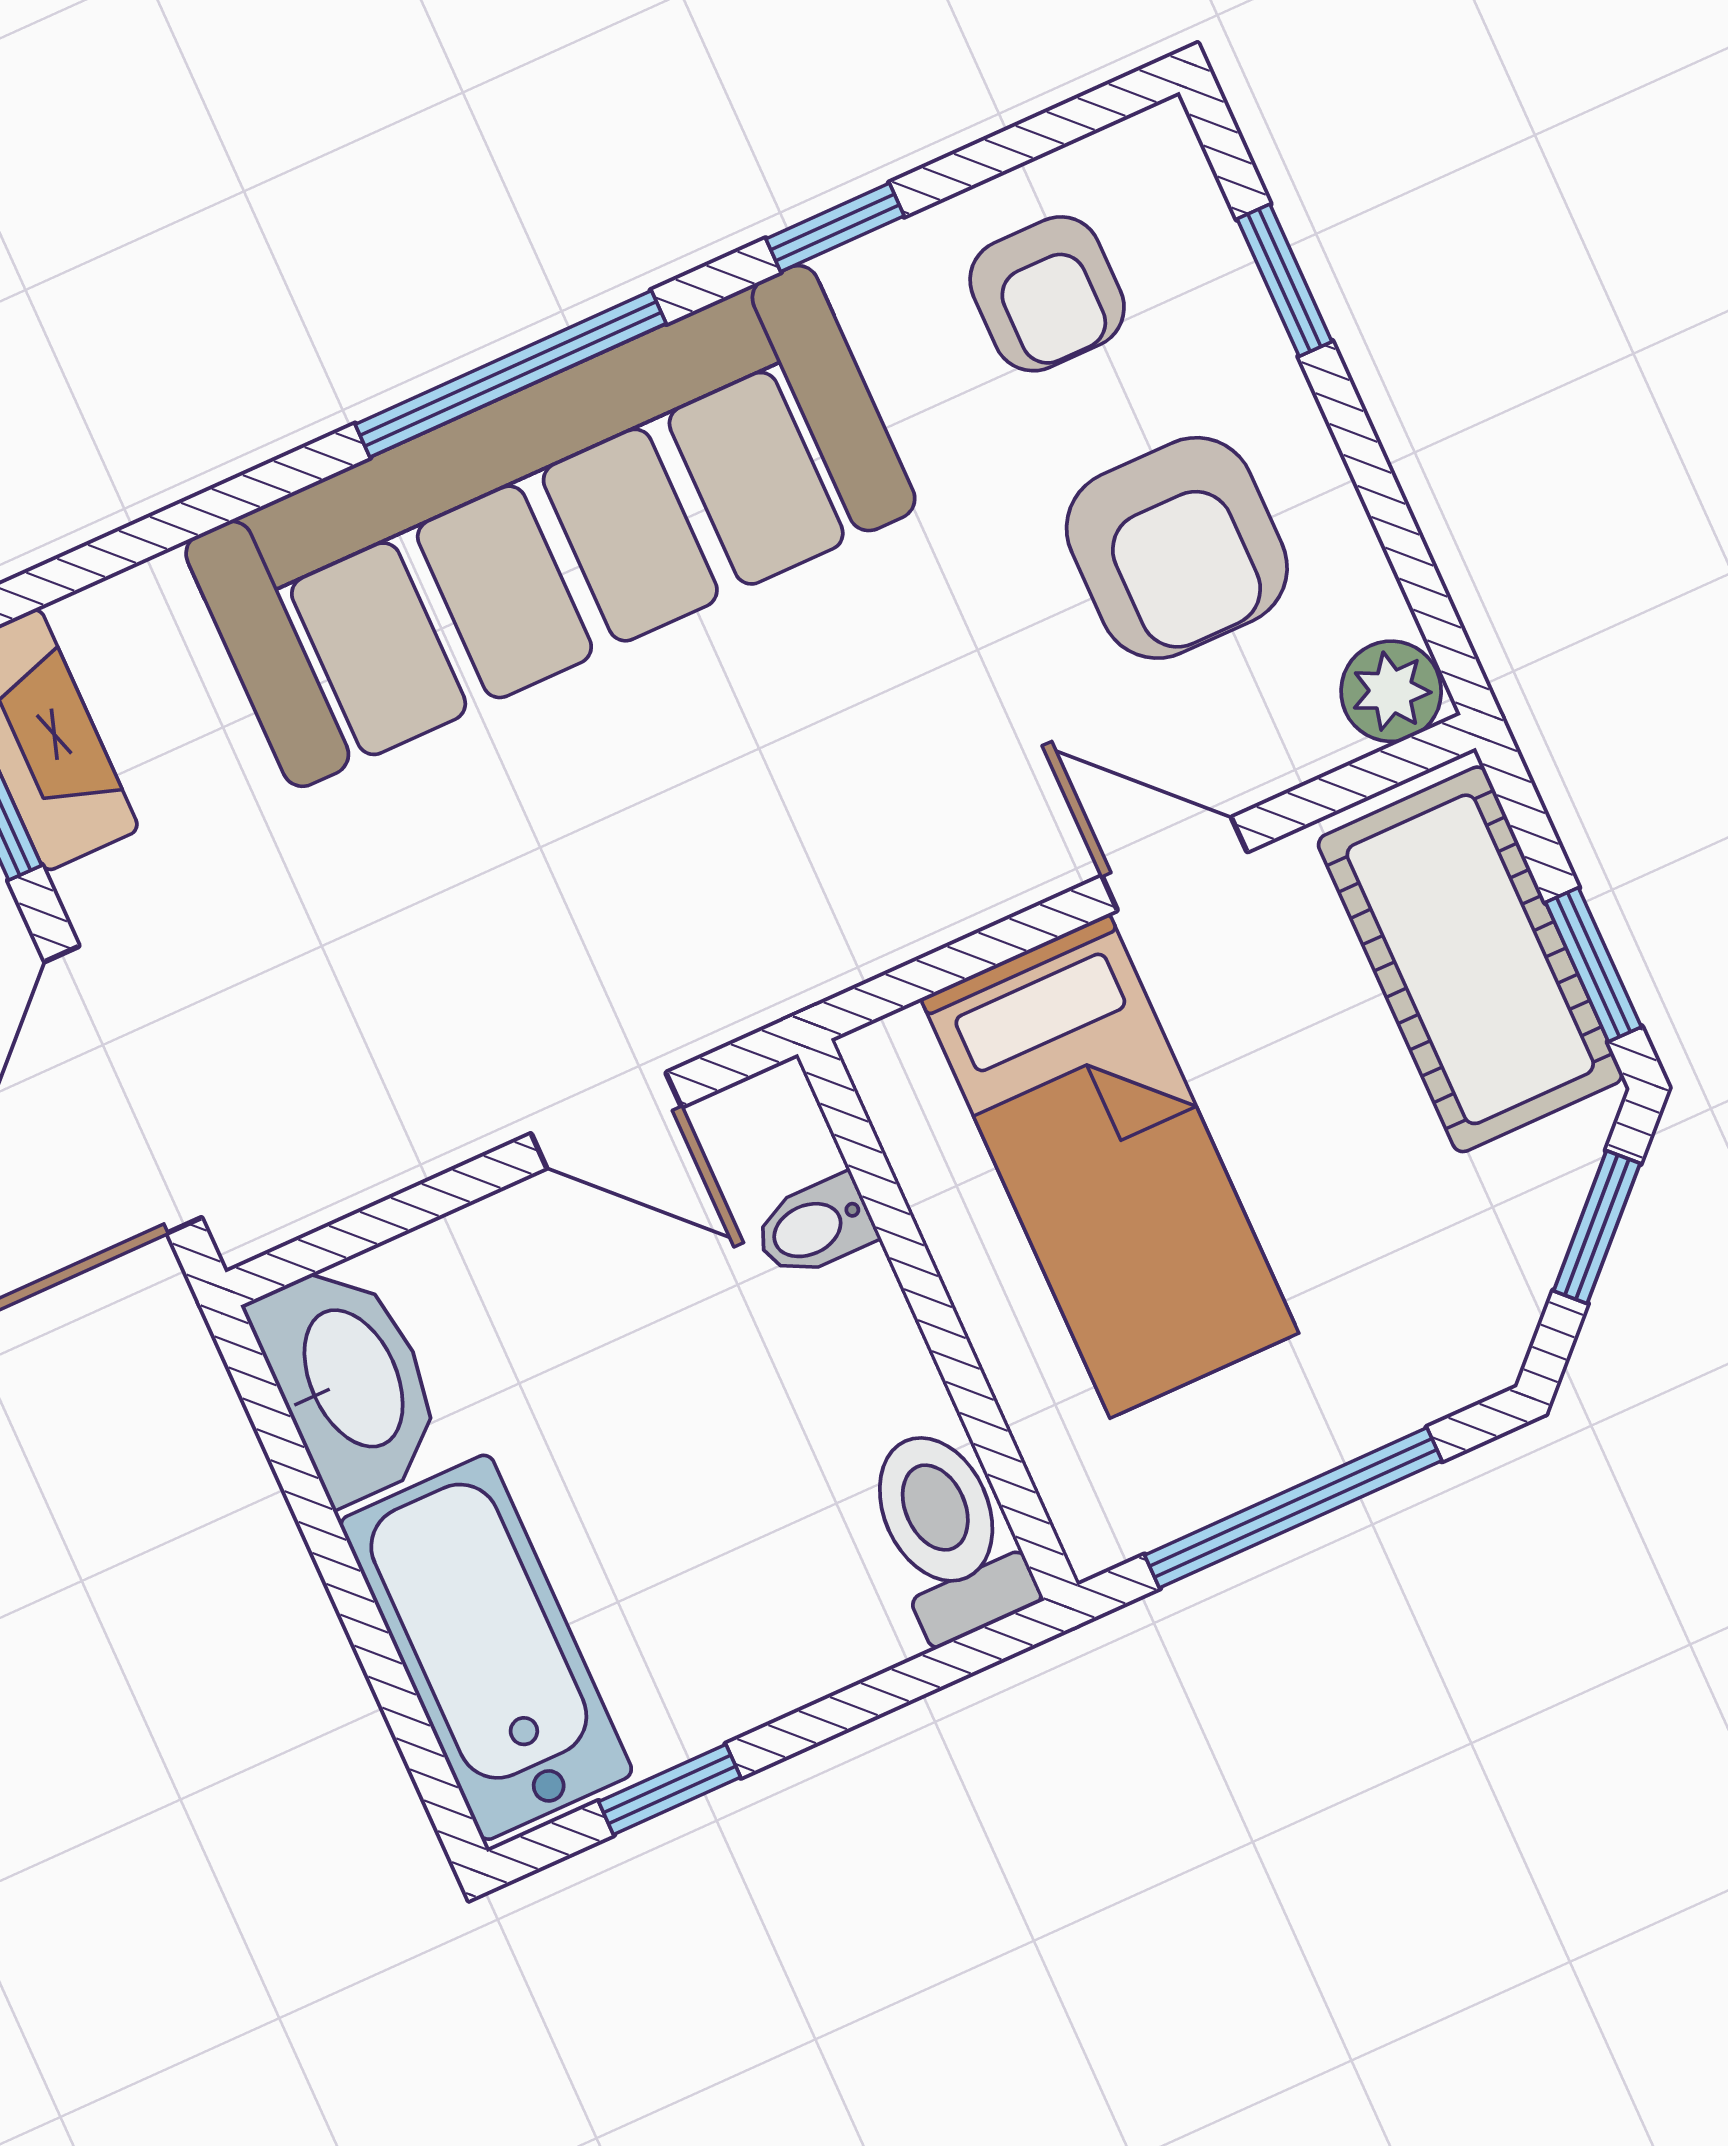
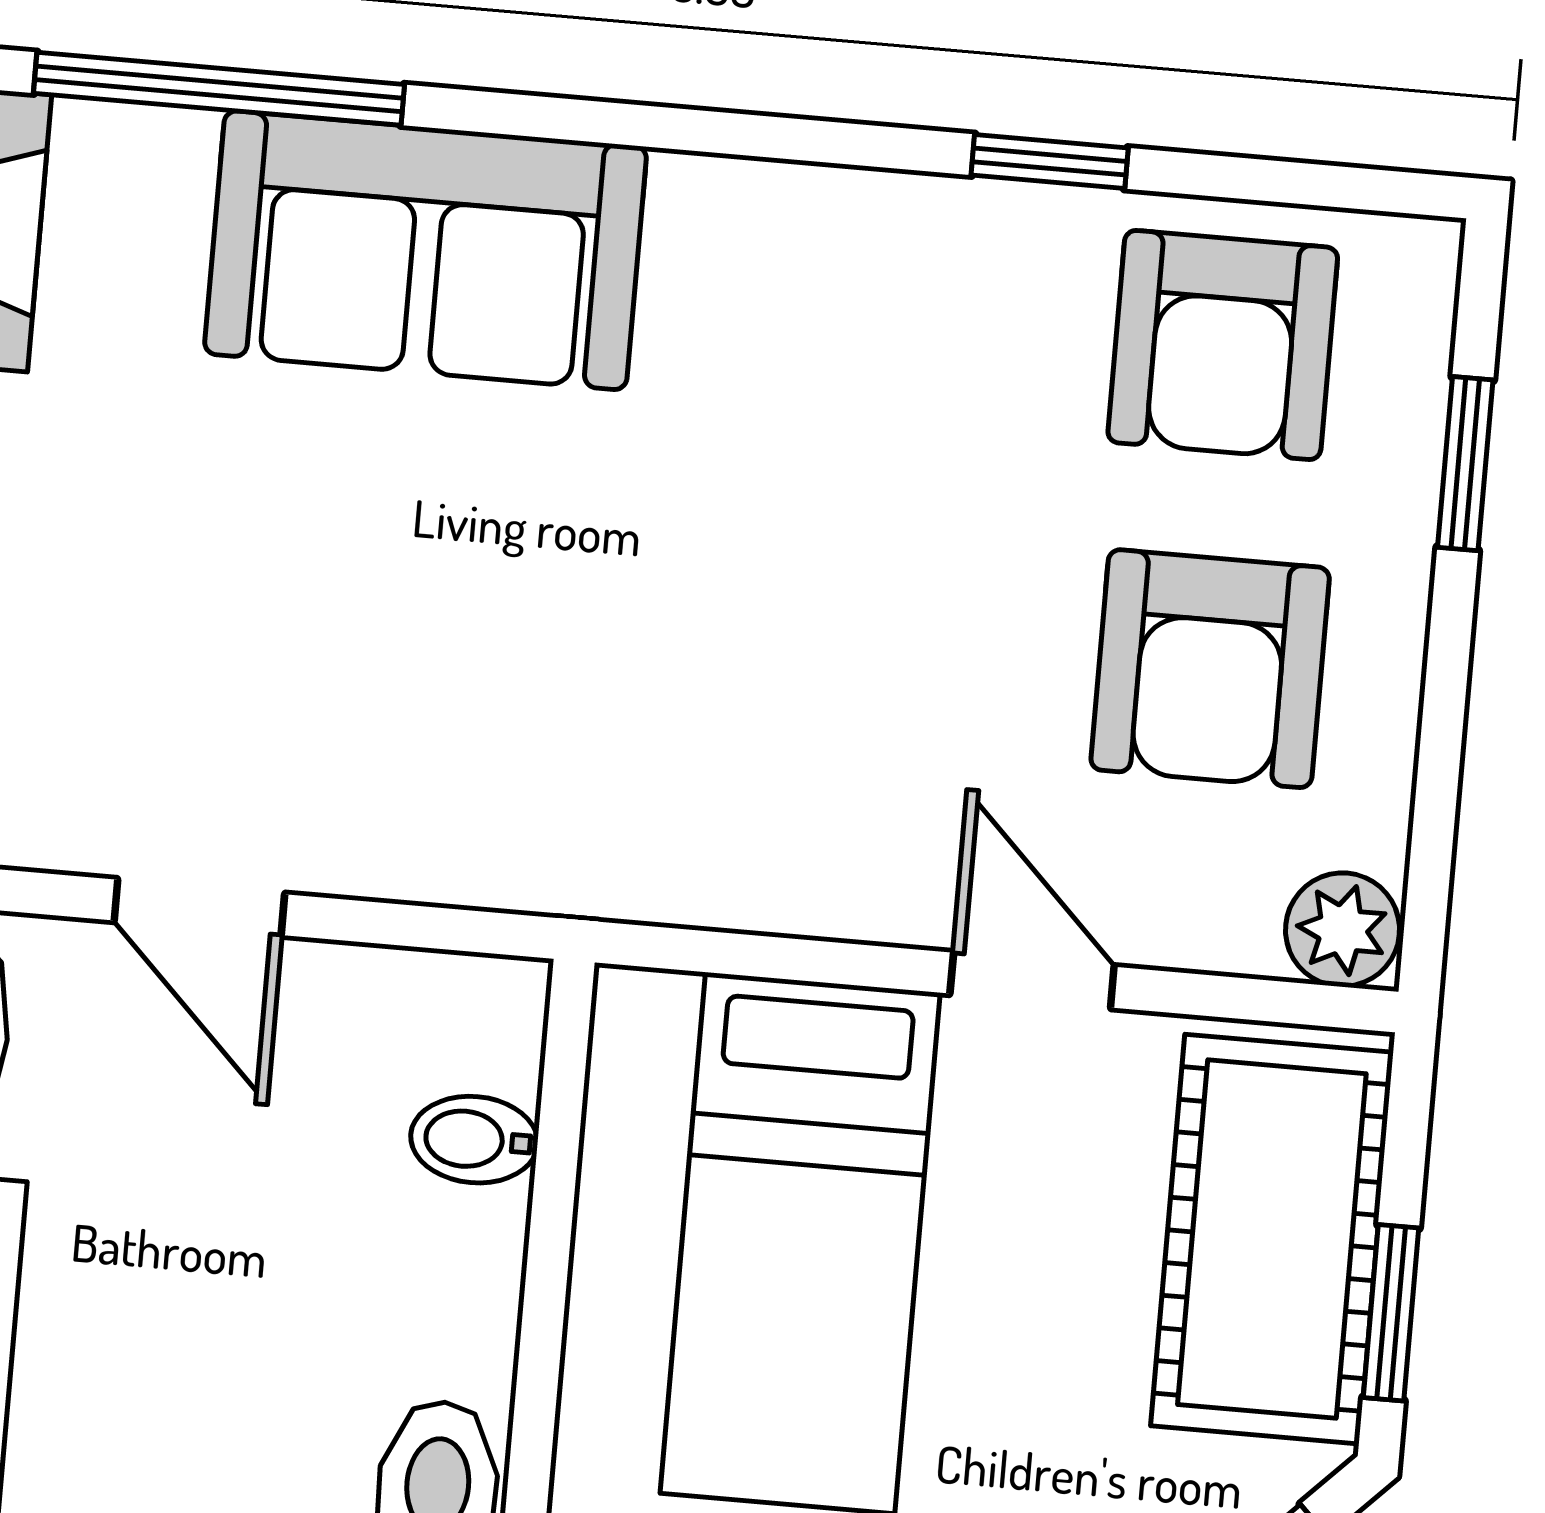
armchair: (1047, 294) -> (1223, 345), width x1.38, depth x1.38
window: (511, 374) -> (219, 89), moved
sofa: (550, 526) -> (426, 250), width x0.54, depth x0.79
door: (606, 1120) -> (199, 907), moved

